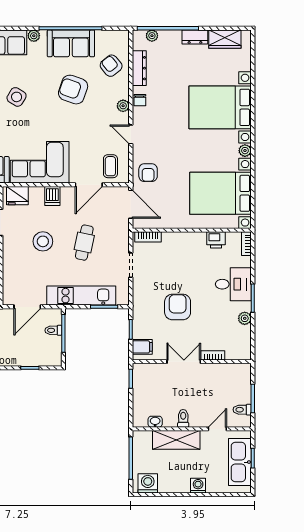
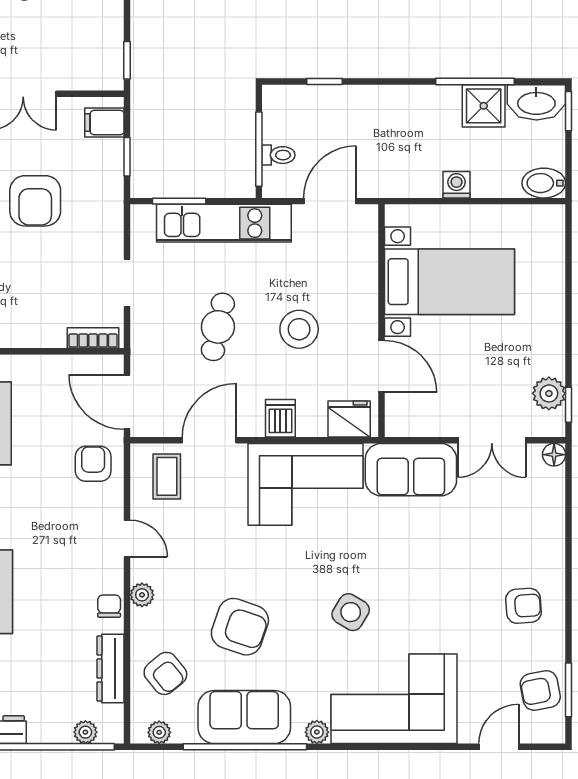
plant: (114, 36) -> (159, 732), added

